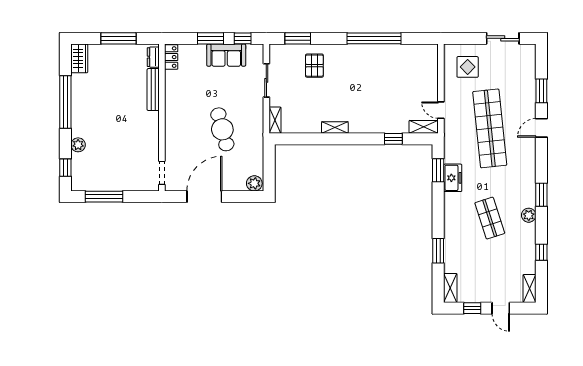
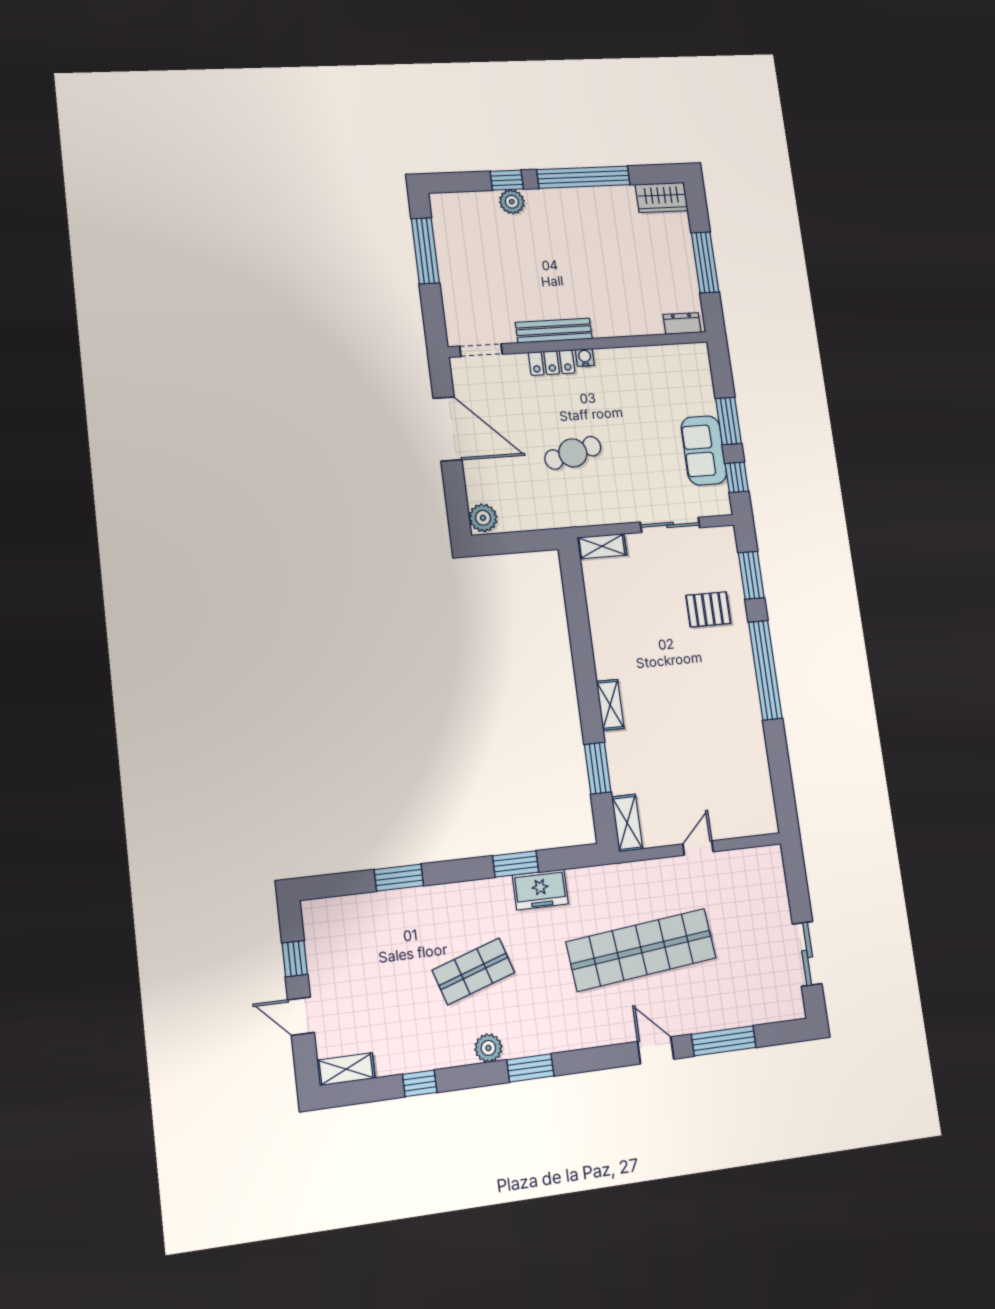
window: (374, 38) -> (765, 670), moved
locker: (171, 57) -> (552, 363), moved
display table: (468, 67) -> (747, 893), removed
bench: (153, 90) -> (554, 331), moved
window: (541, 91) -> (724, 1041), width x1.44
door: (441, 110) -> (698, 848), moved
water cooler: (169, 115) -> (585, 357), added
shelving: (335, 127) -> (610, 705), moved
cafe table: (222, 129) -> (573, 453), width x0.73, depth x0.74
window: (393, 139) -> (598, 768), width x1.50
window: (65, 168) -> (507, 180), moved
window: (438, 170) -> (516, 864), moved
shelving: (450, 288) -> (330, 910), removed
door: (501, 308) -> (301, 1016), hinge flipped

